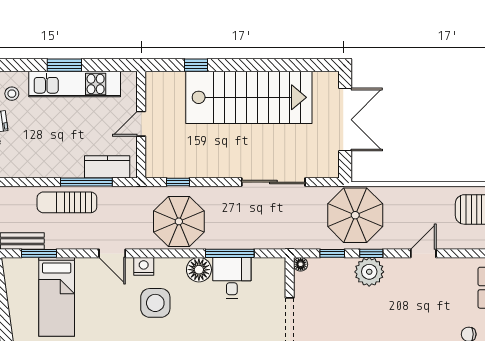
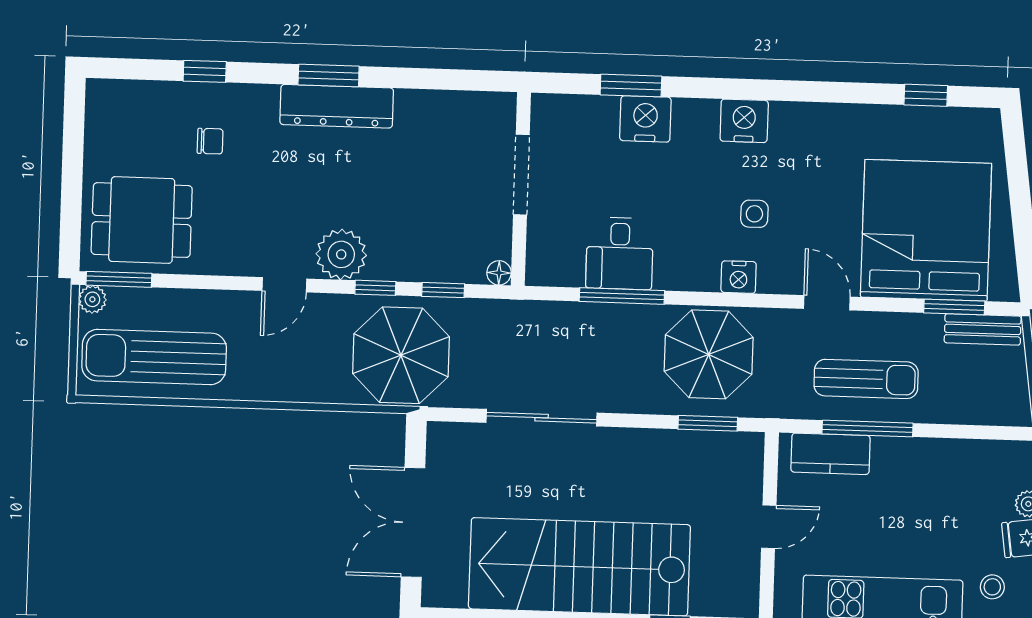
window: (178, 182) -> (708, 423), width x1.50
sun lounger: (67, 202) -> (866, 379), moved
nightstand: (144, 266) -> (739, 277), moved
floor lamp: (199, 270) -> (677, 269), removed
plant: (369, 272) -> (341, 254), moved
bed: (57, 297) -> (926, 230), width x2.04
side table: (155, 303) -> (754, 214), width x0.54, depth x0.54

